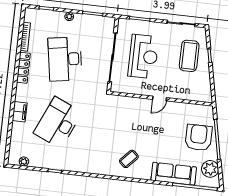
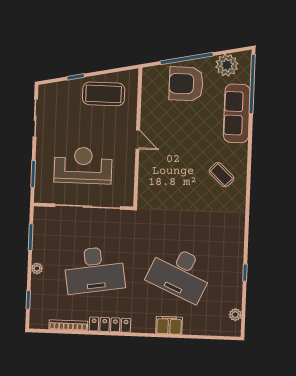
coffee table: (189, 56) -> (104, 94), moved

